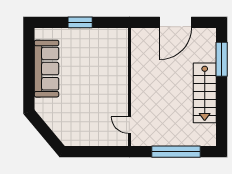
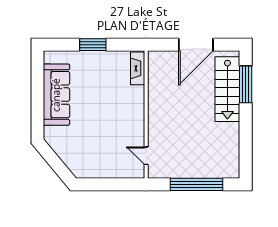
fireplace: (122, 44) -> (138, 68), added
stairs: (205, 93) -> (227, 89), moved

